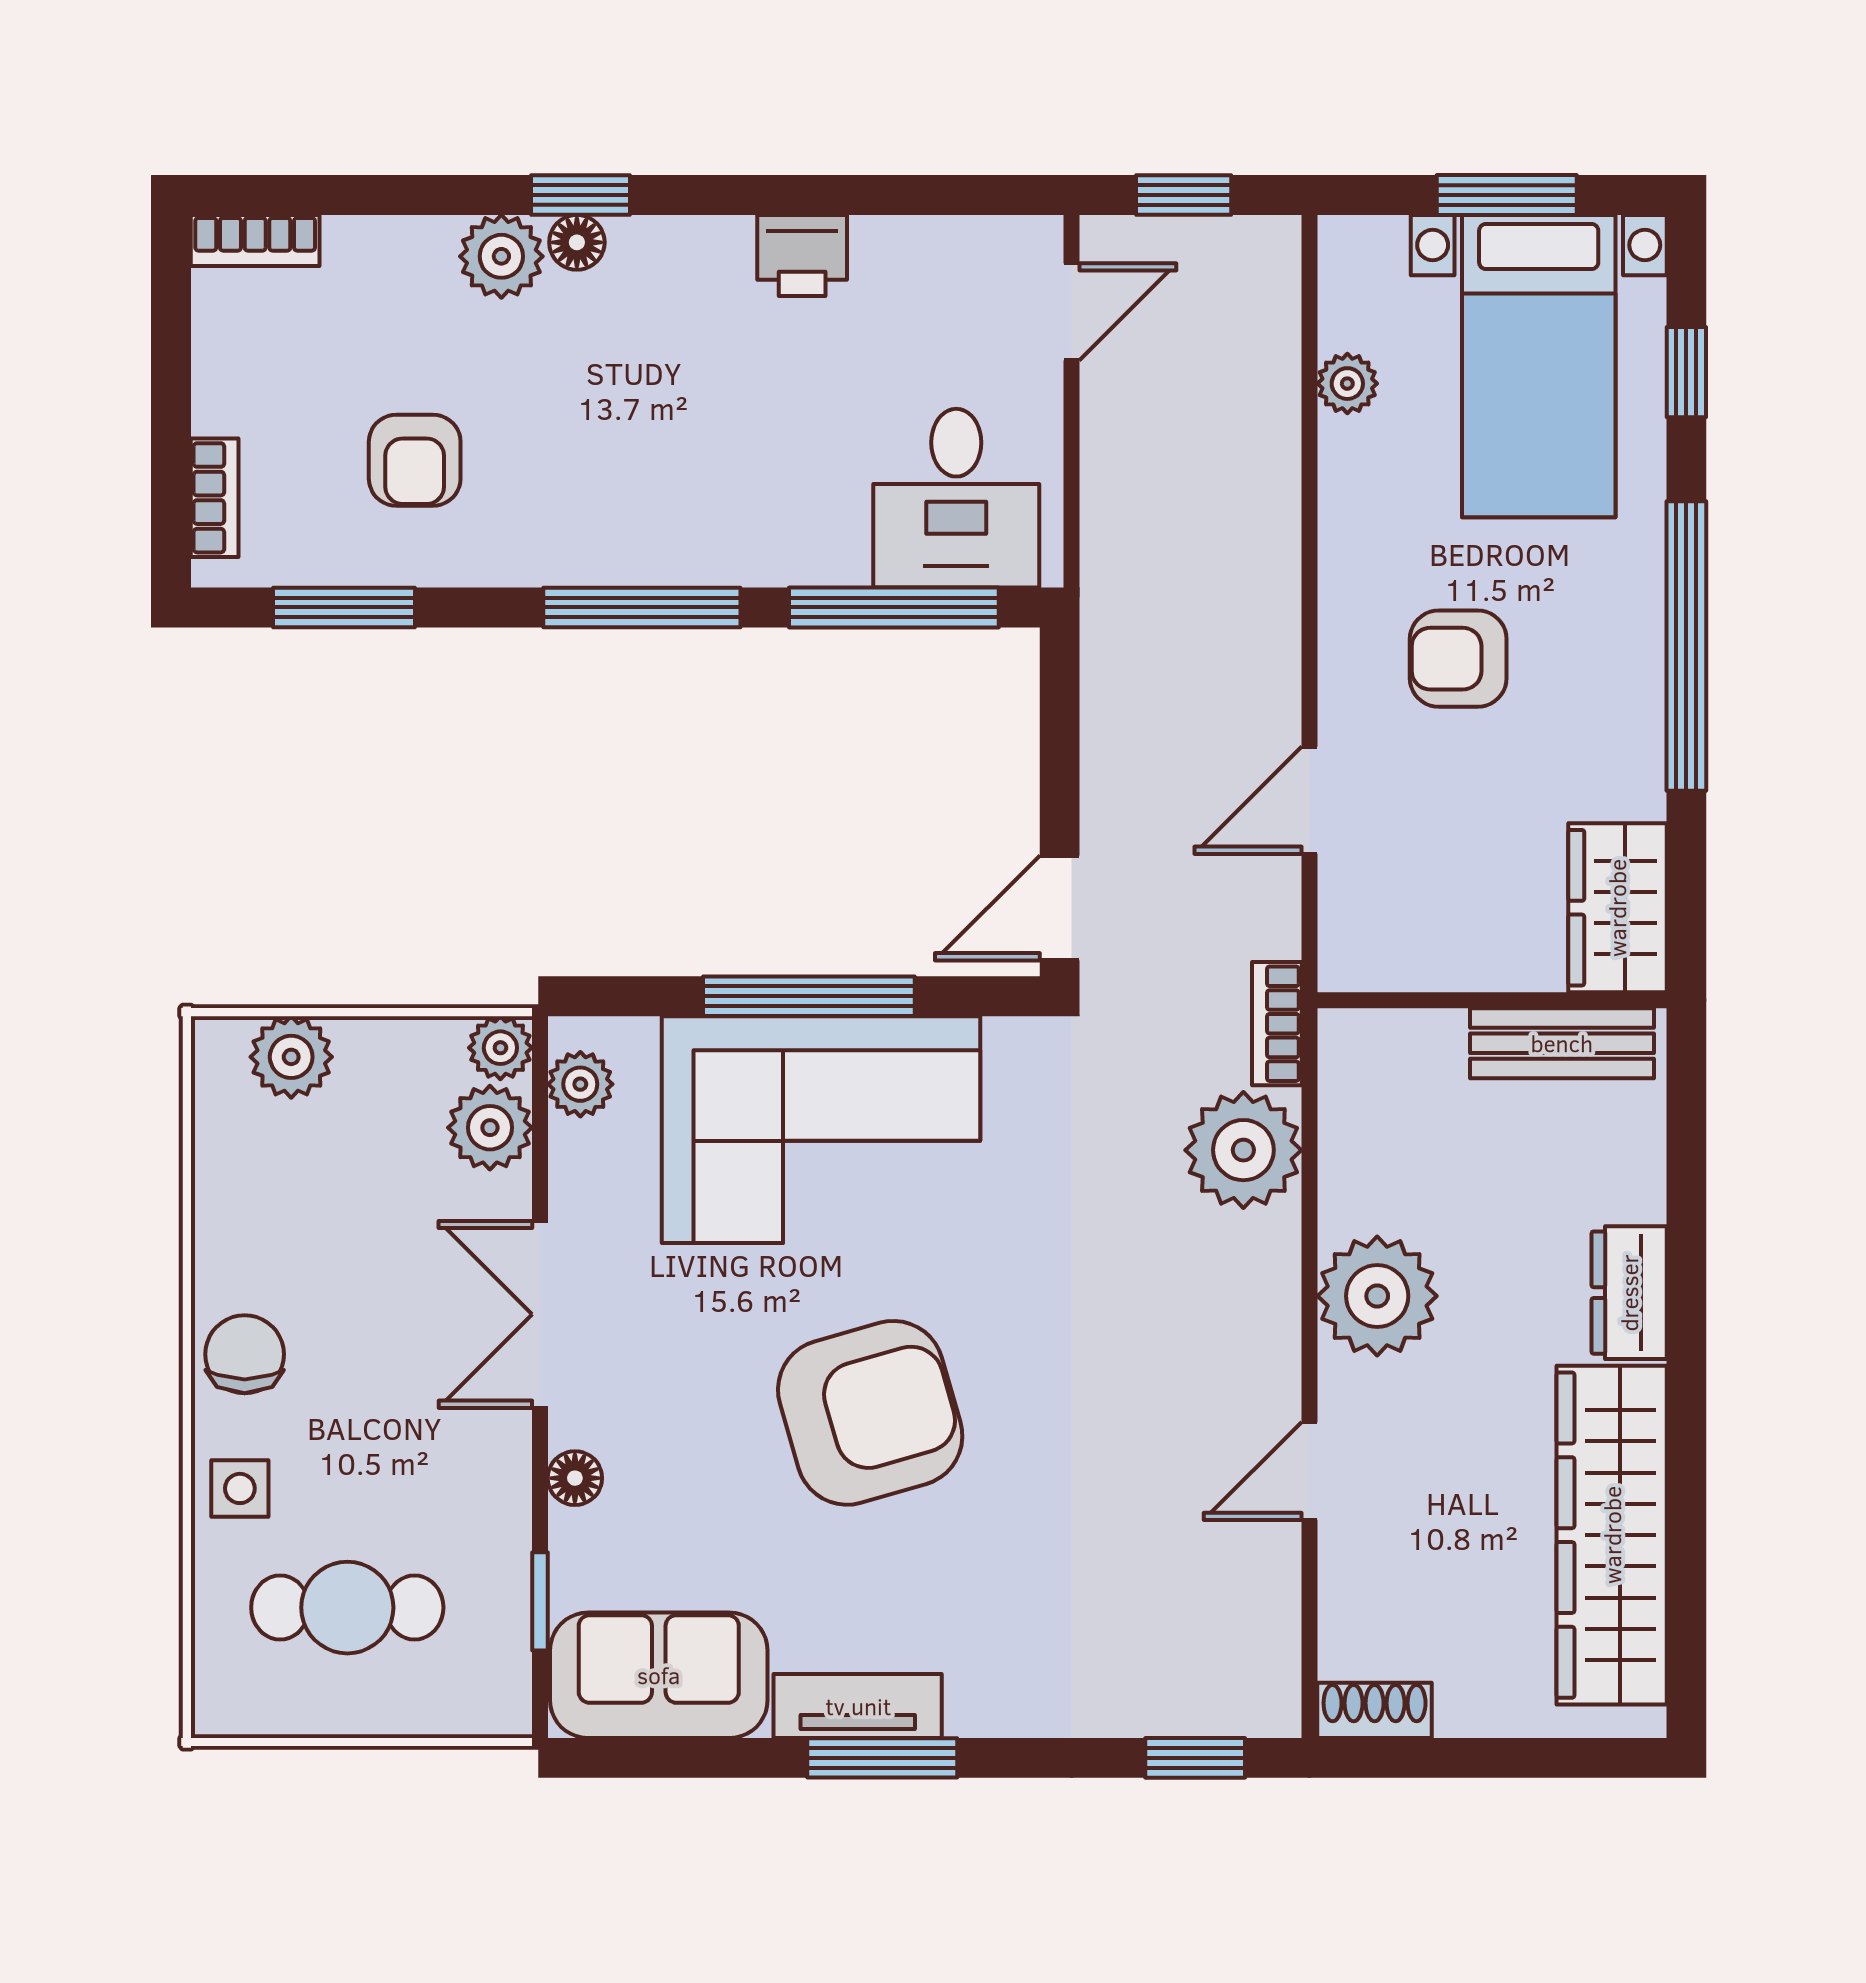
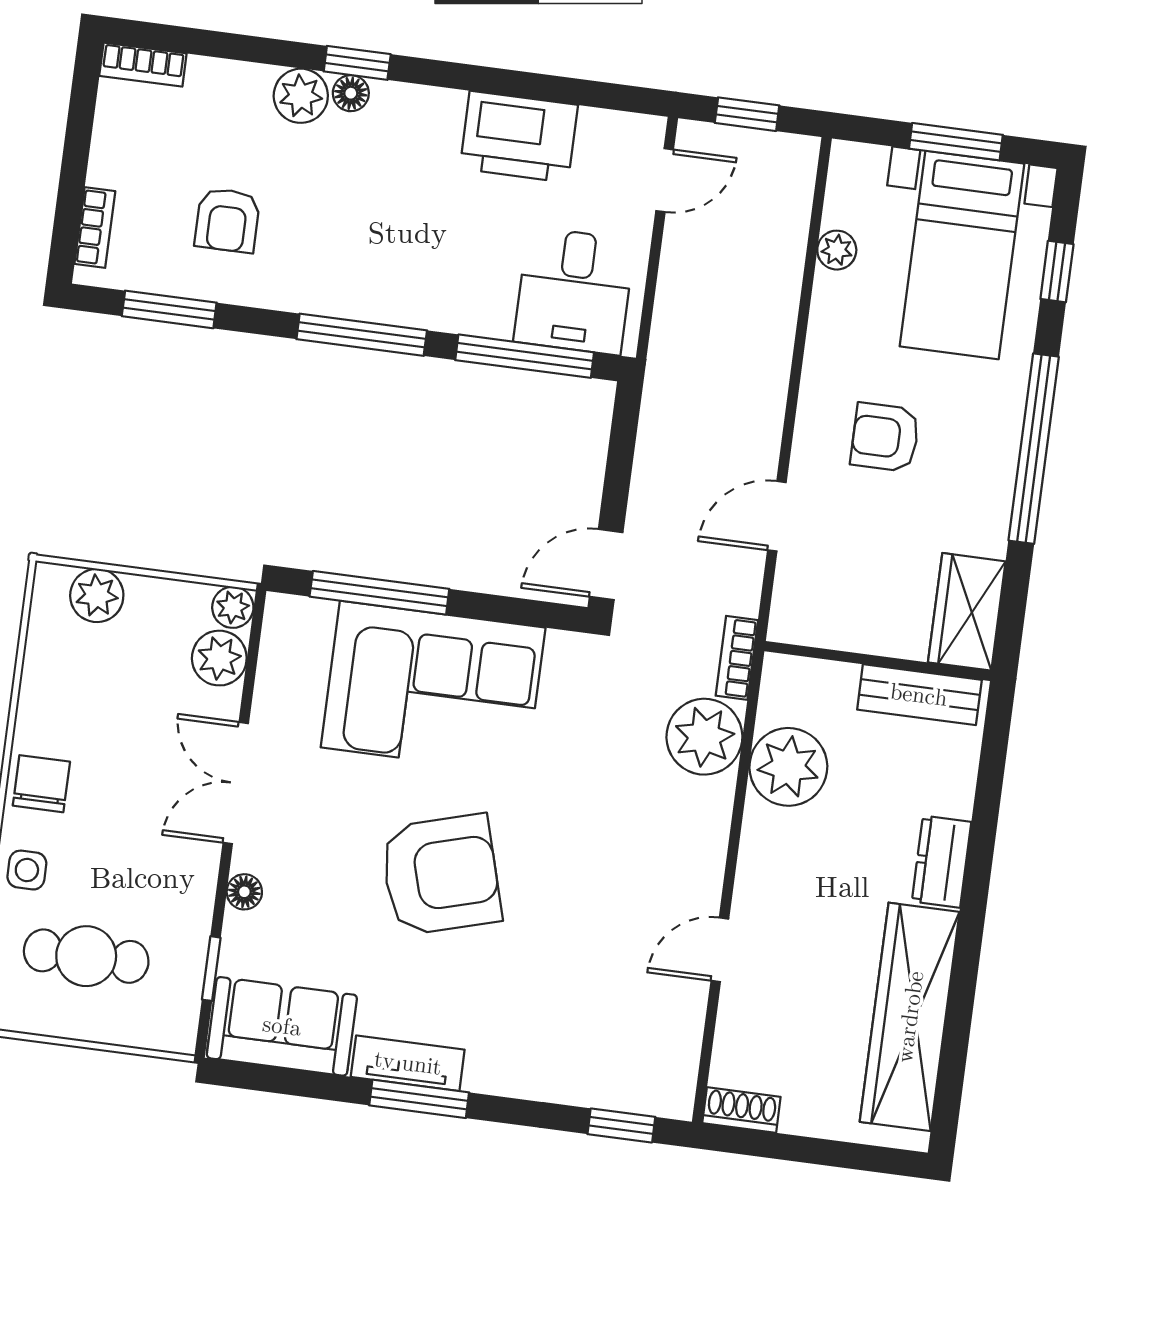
printer: (802, 255) -> (519, 137), width x1.87, depth x1.48
window: (809, 996) -> (379, 593), moved
plant: (580, 1084) -> (281, 638), removed
plant: (1377, 1296) -> (788, 767), moved

